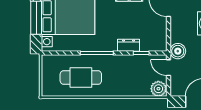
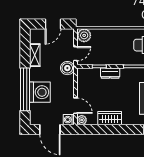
door: (168, 68) -> (75, 54), hinge flipped

